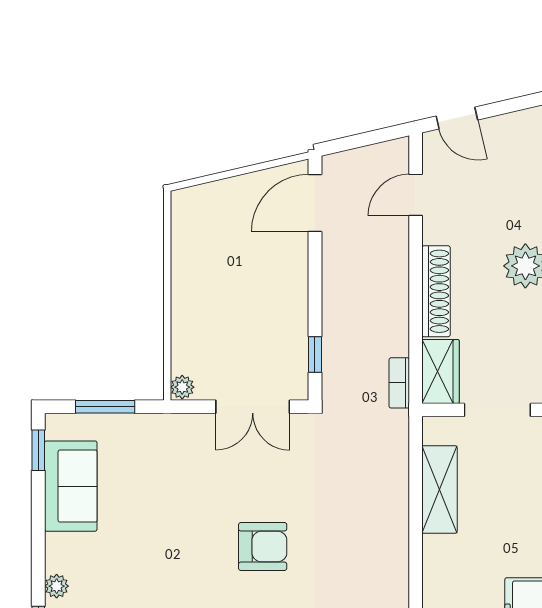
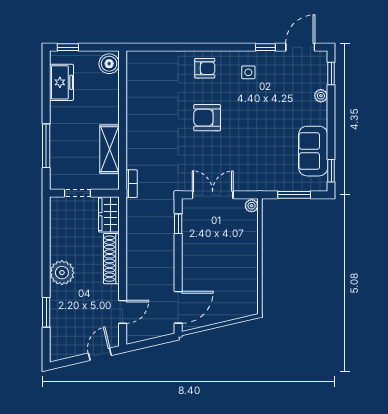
door: (457, 118) -> (100, 354), hinge flipped
bookcase: (399, 383) -> (132, 184), moved
doorway: (497, 410) -> (78, 193), width x0.73

